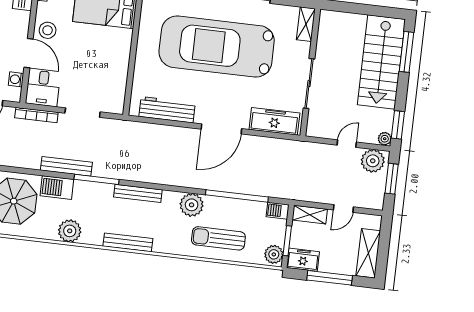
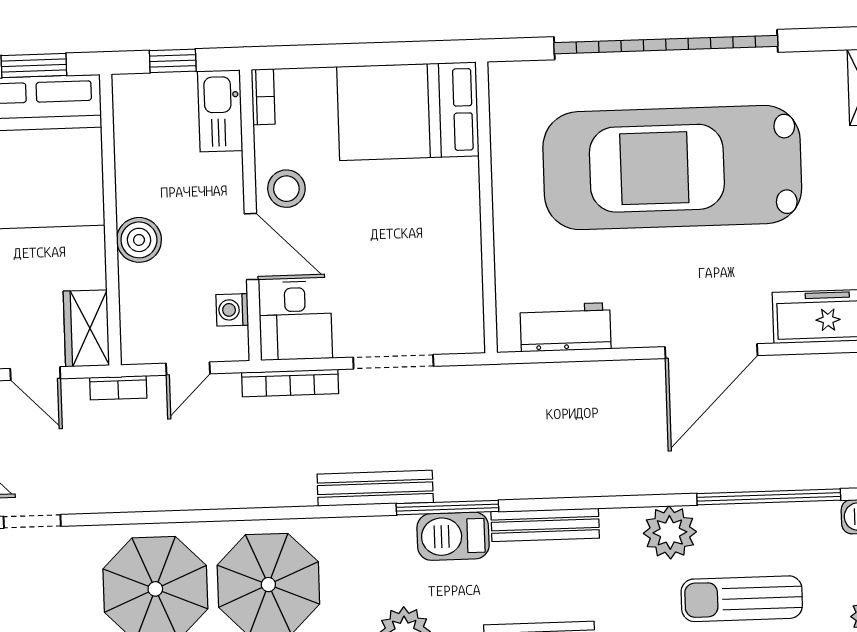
workbench: (167, 110) -> (565, 327), width x0.73
barbecue: (57, 188) -> (453, 536), moved

